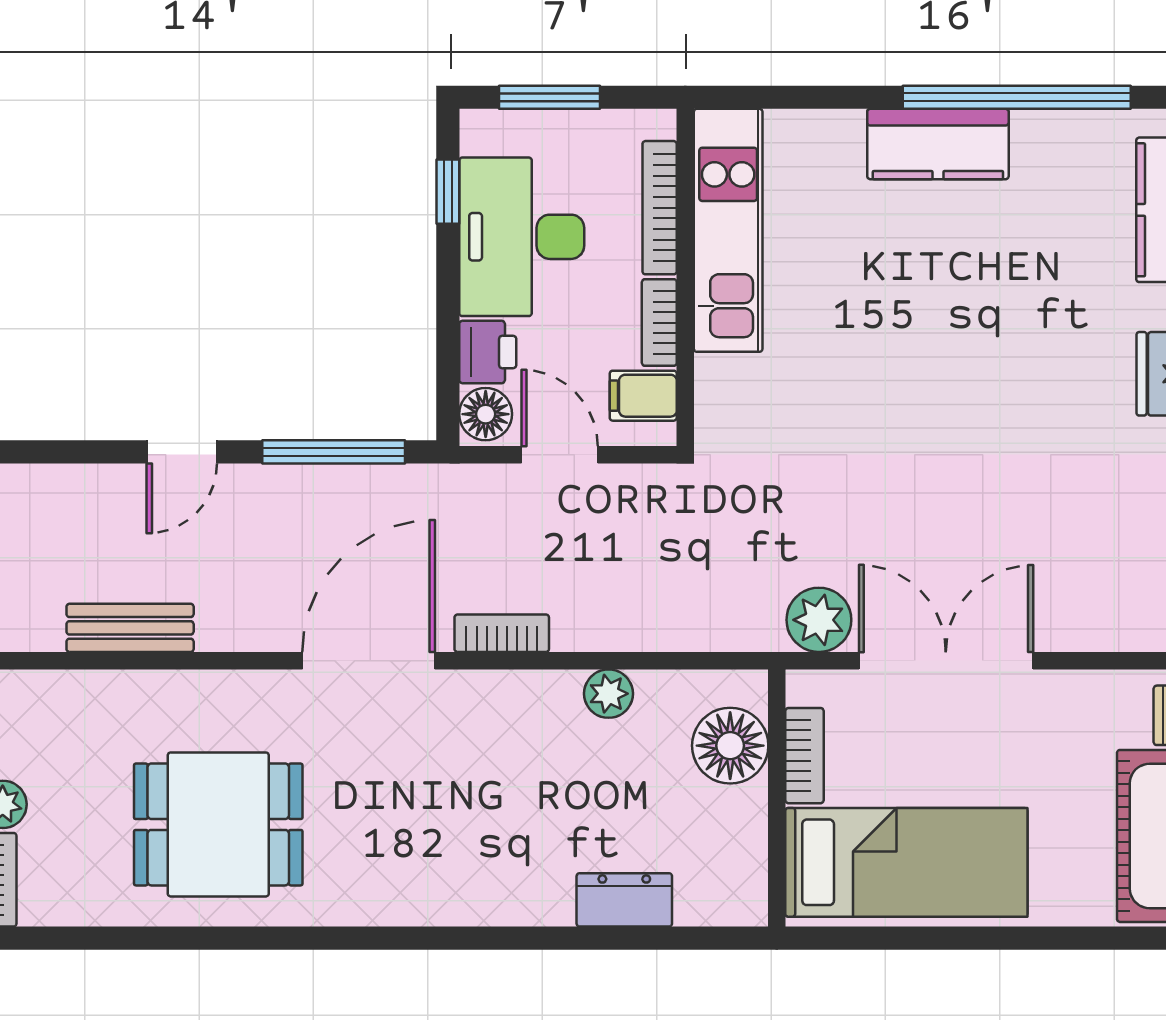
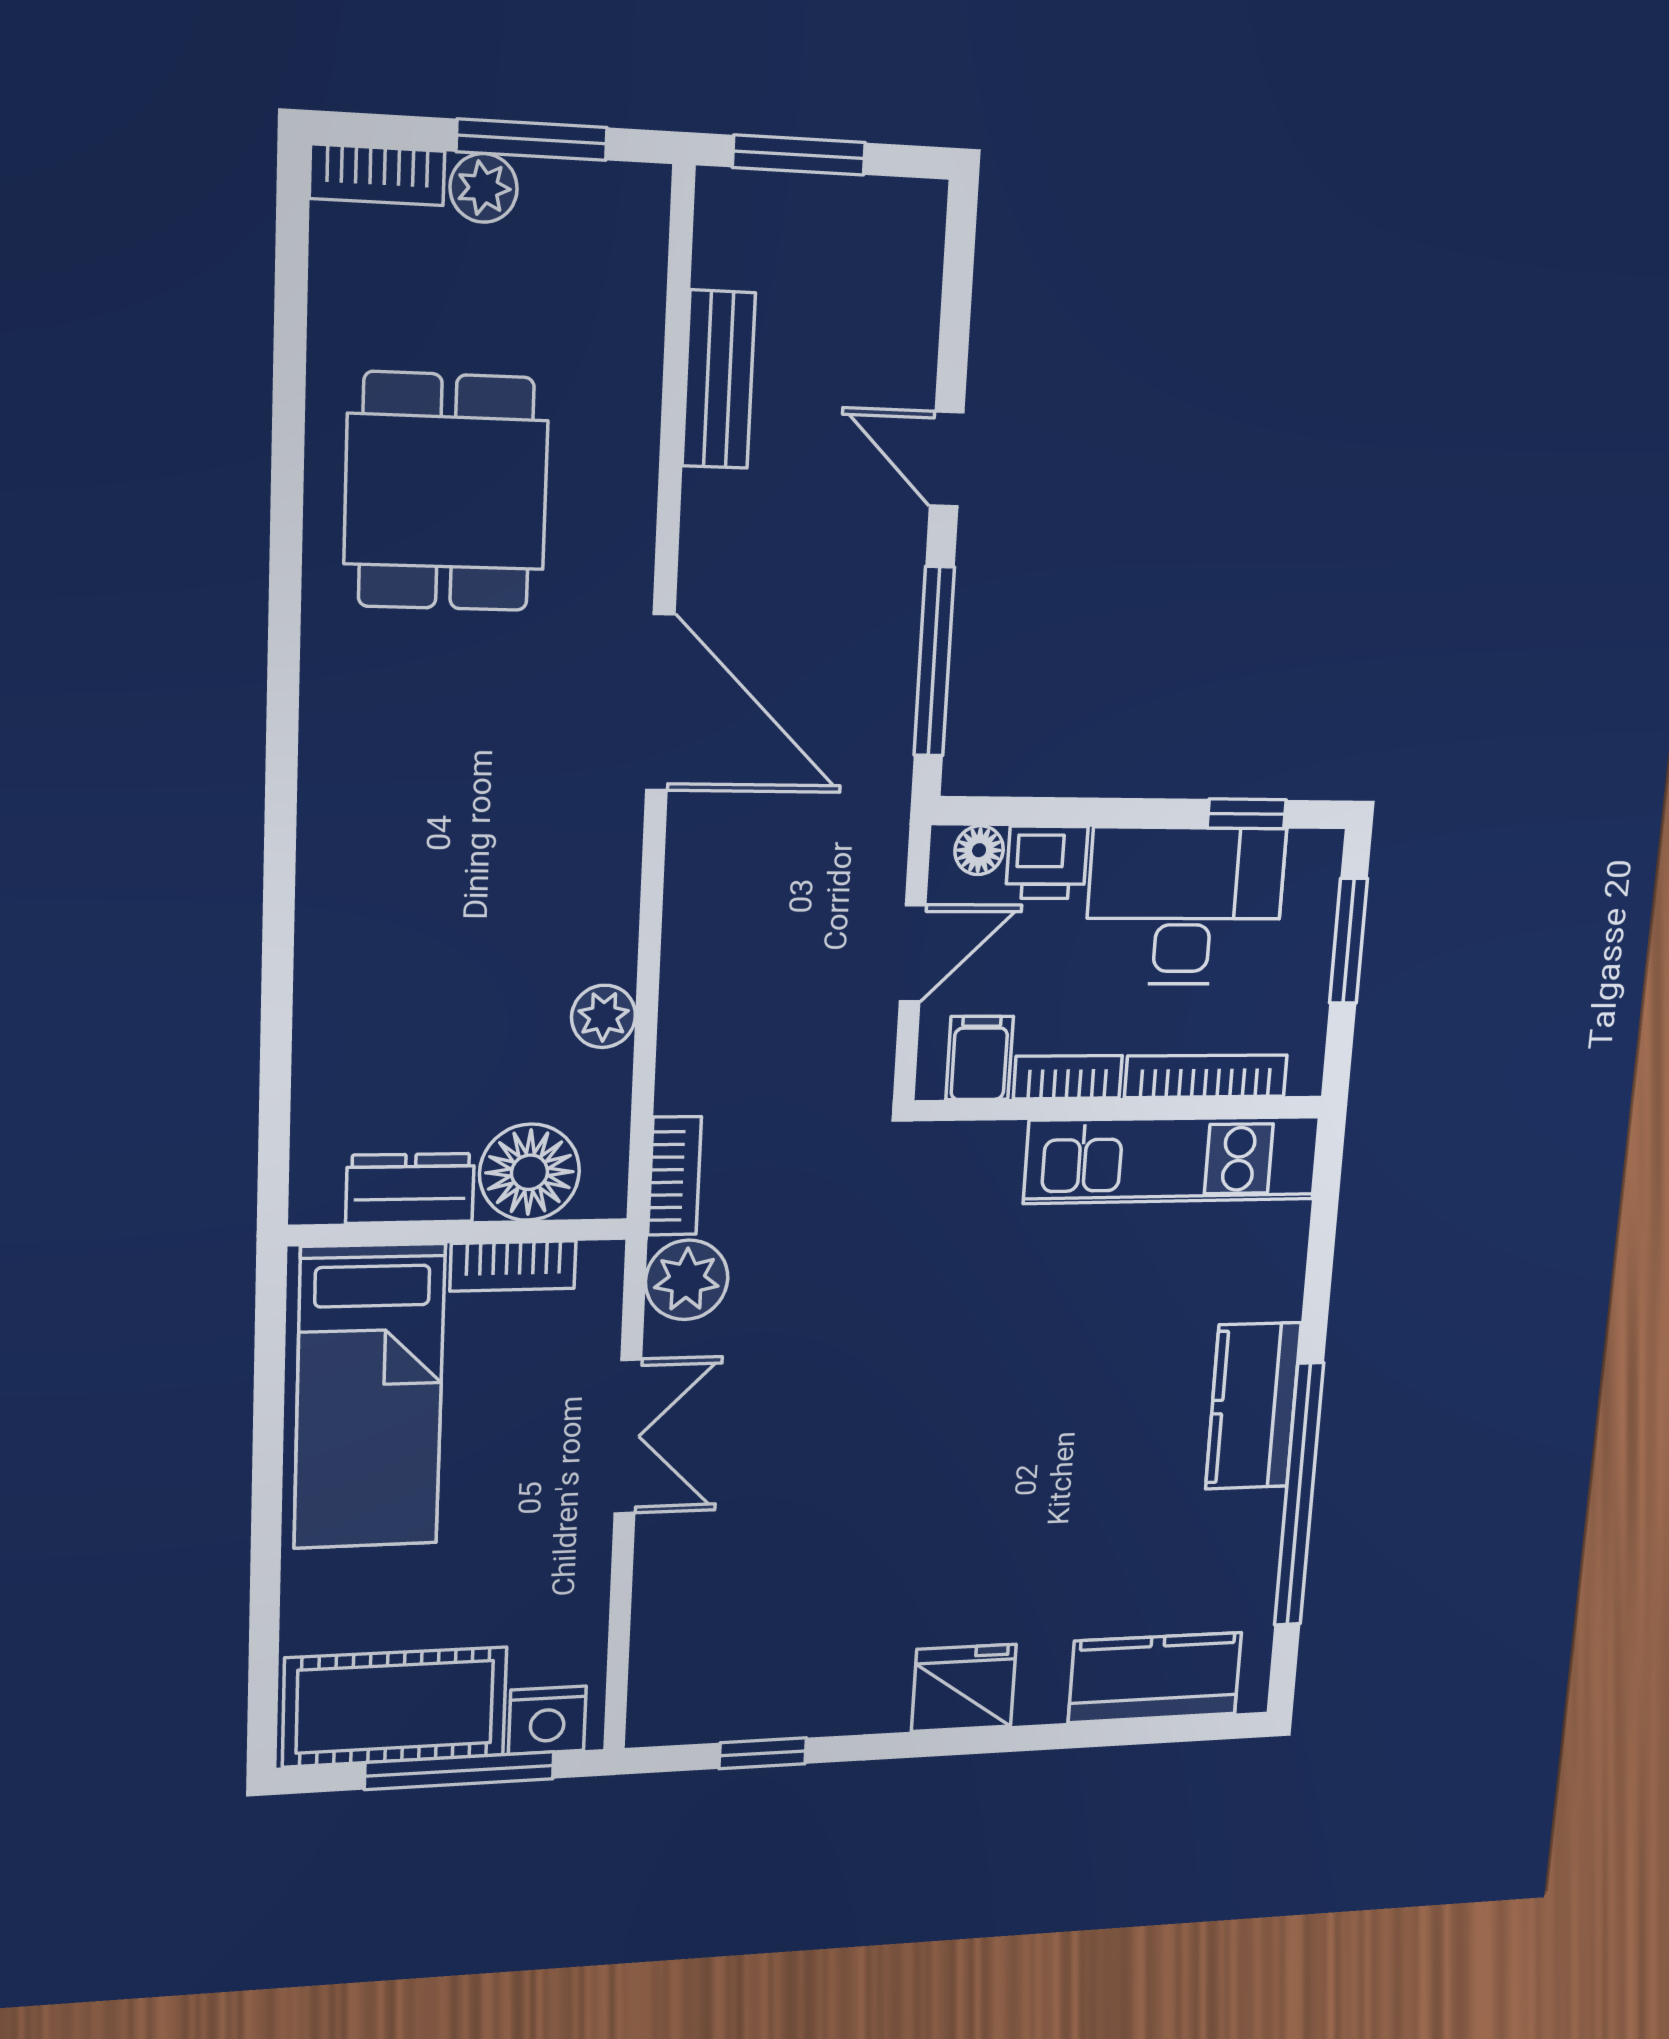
floor lamp: (486, 414) -> (979, 850), width x0.73, depth x0.73
bookcase: (502, 633) -> (675, 1176), moved
double door: (946, 661) -> (628, 1437), width x0.73
dresser: (624, 900) -> (410, 1188), moved, turned -90

